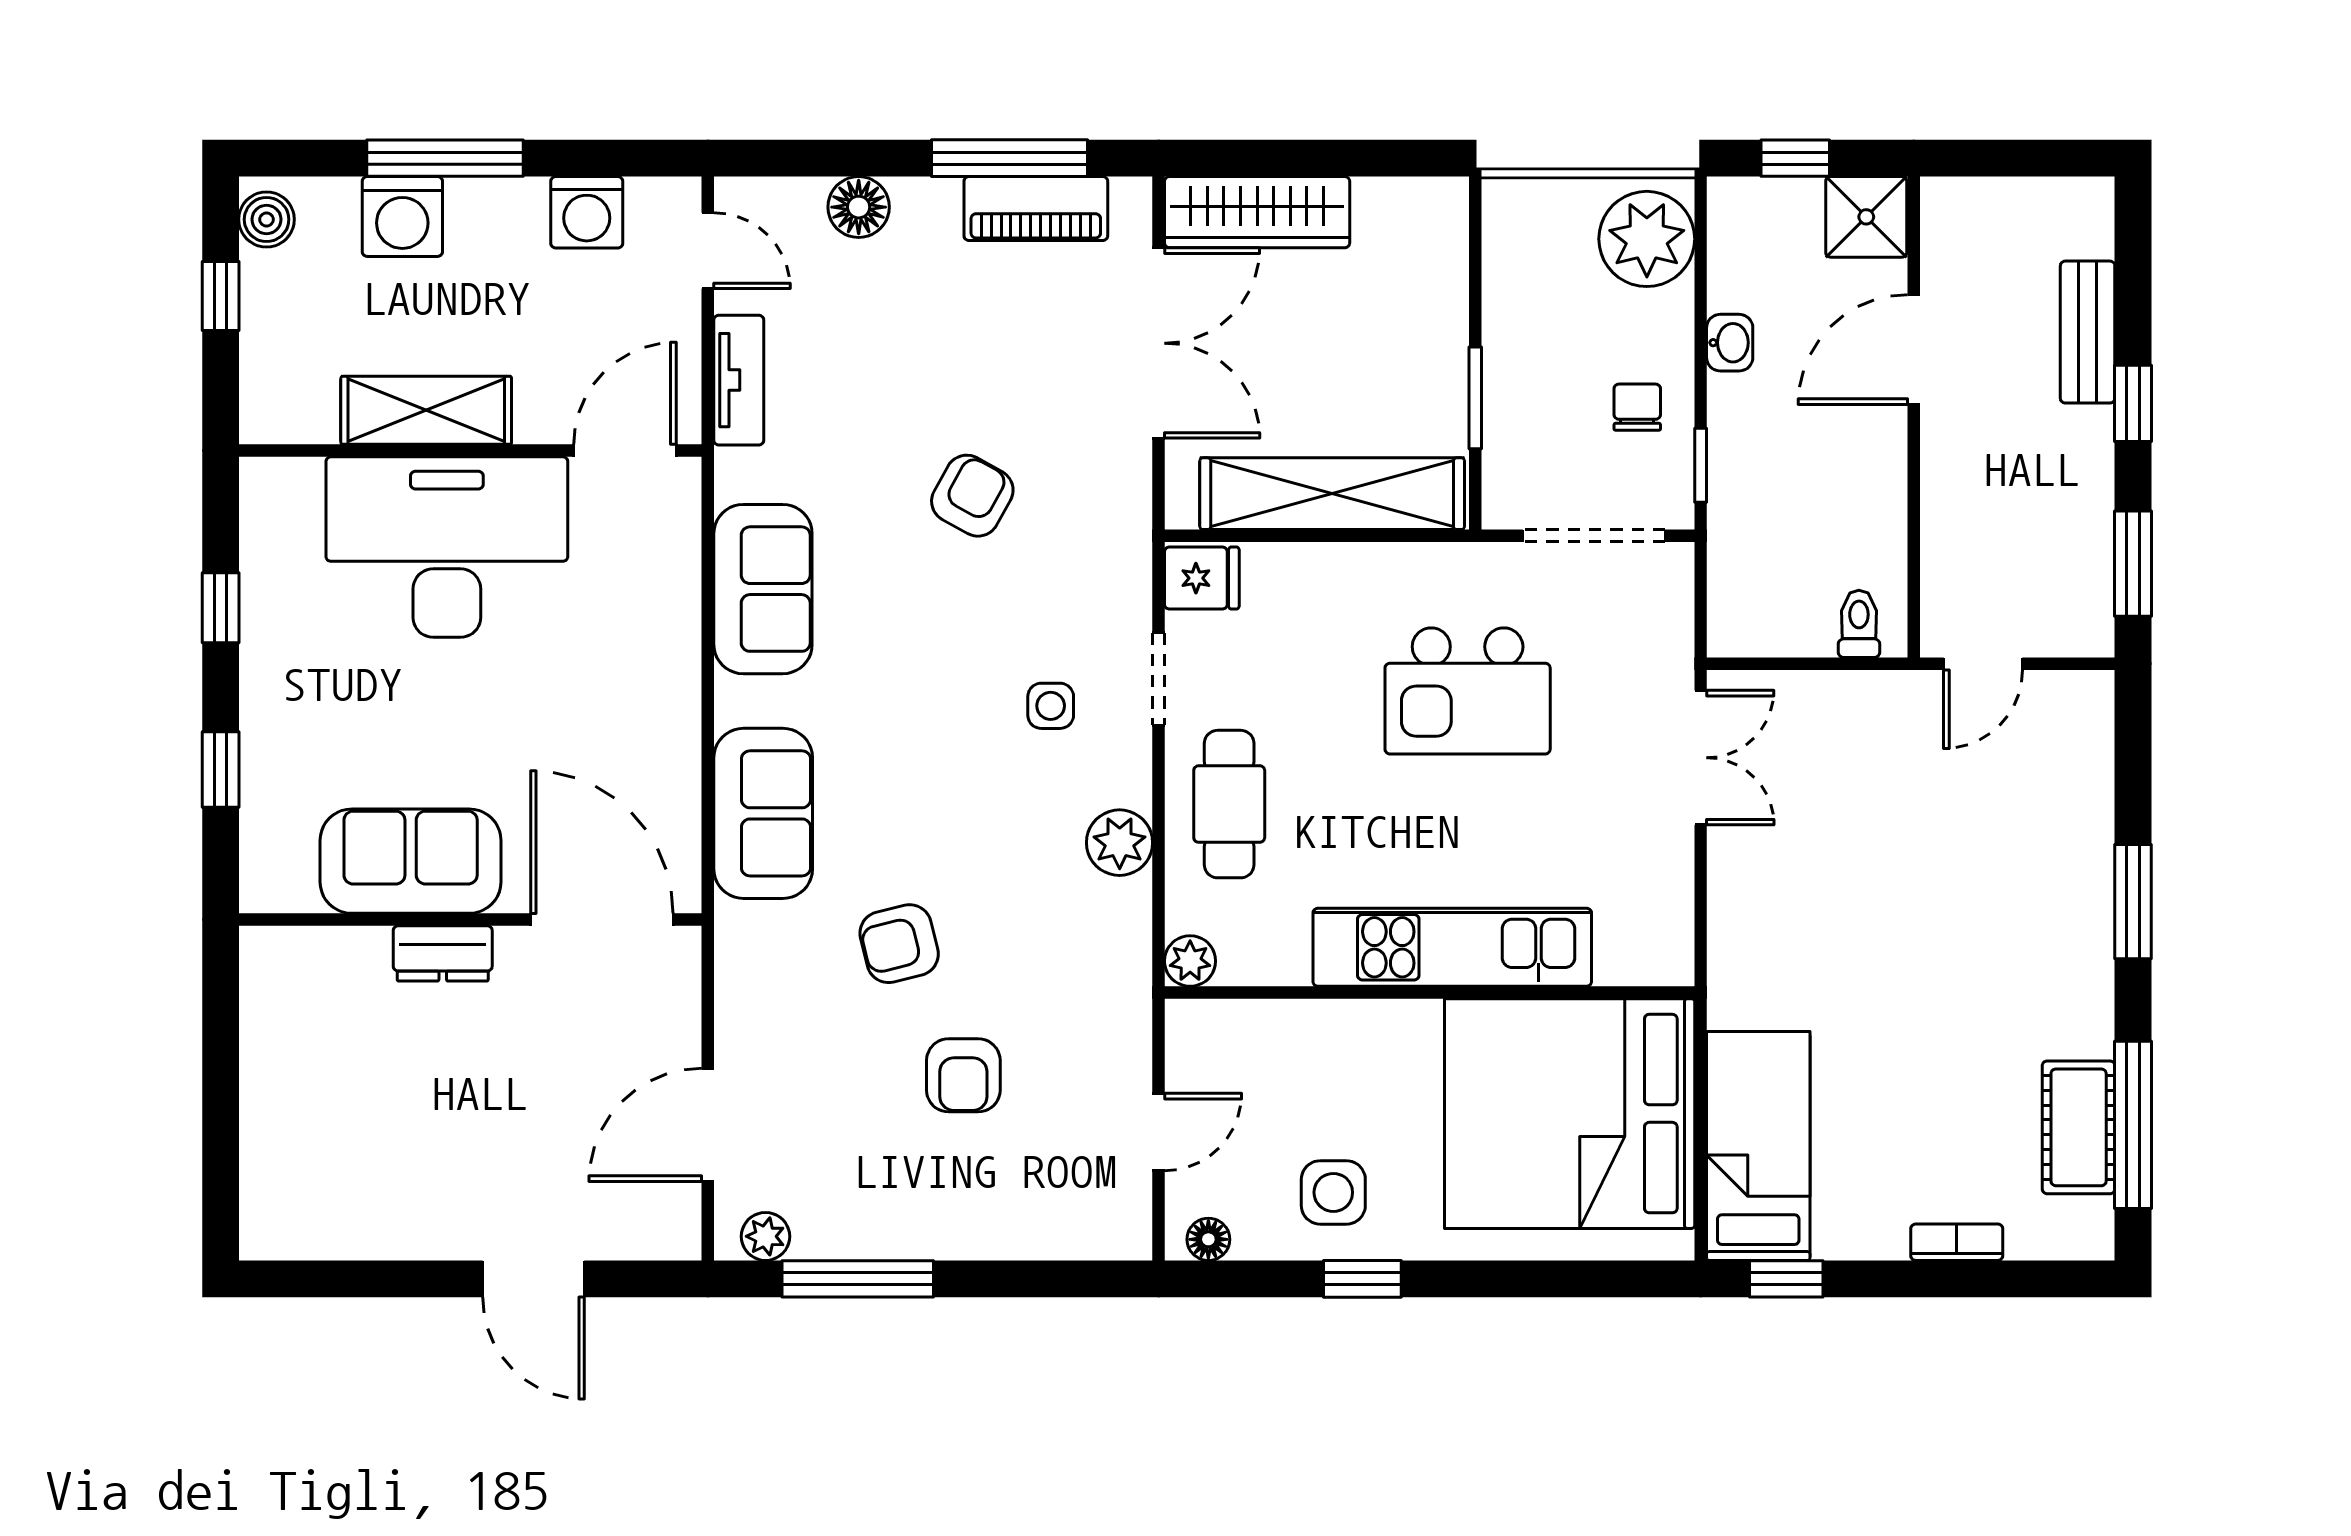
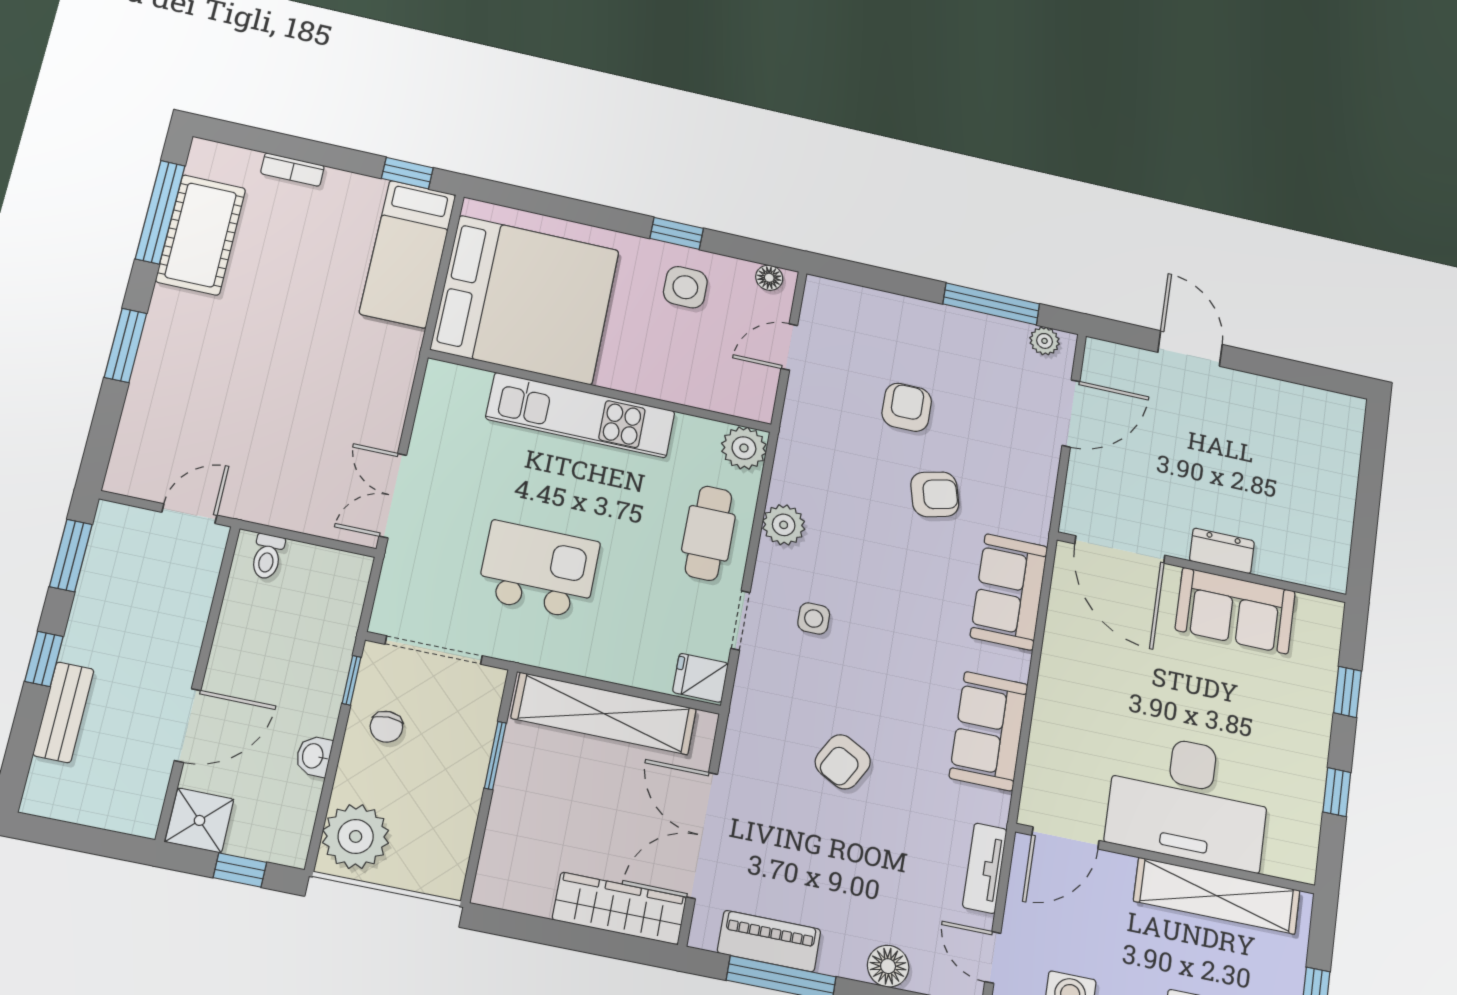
shelving: (426, 410) -> (1217, 896), width x1.47
plant: (1190, 961) -> (744, 448), width x1.38, depth x1.38
cot: (2079, 1127) -> (201, 235), width x1.37, depth x1.34

